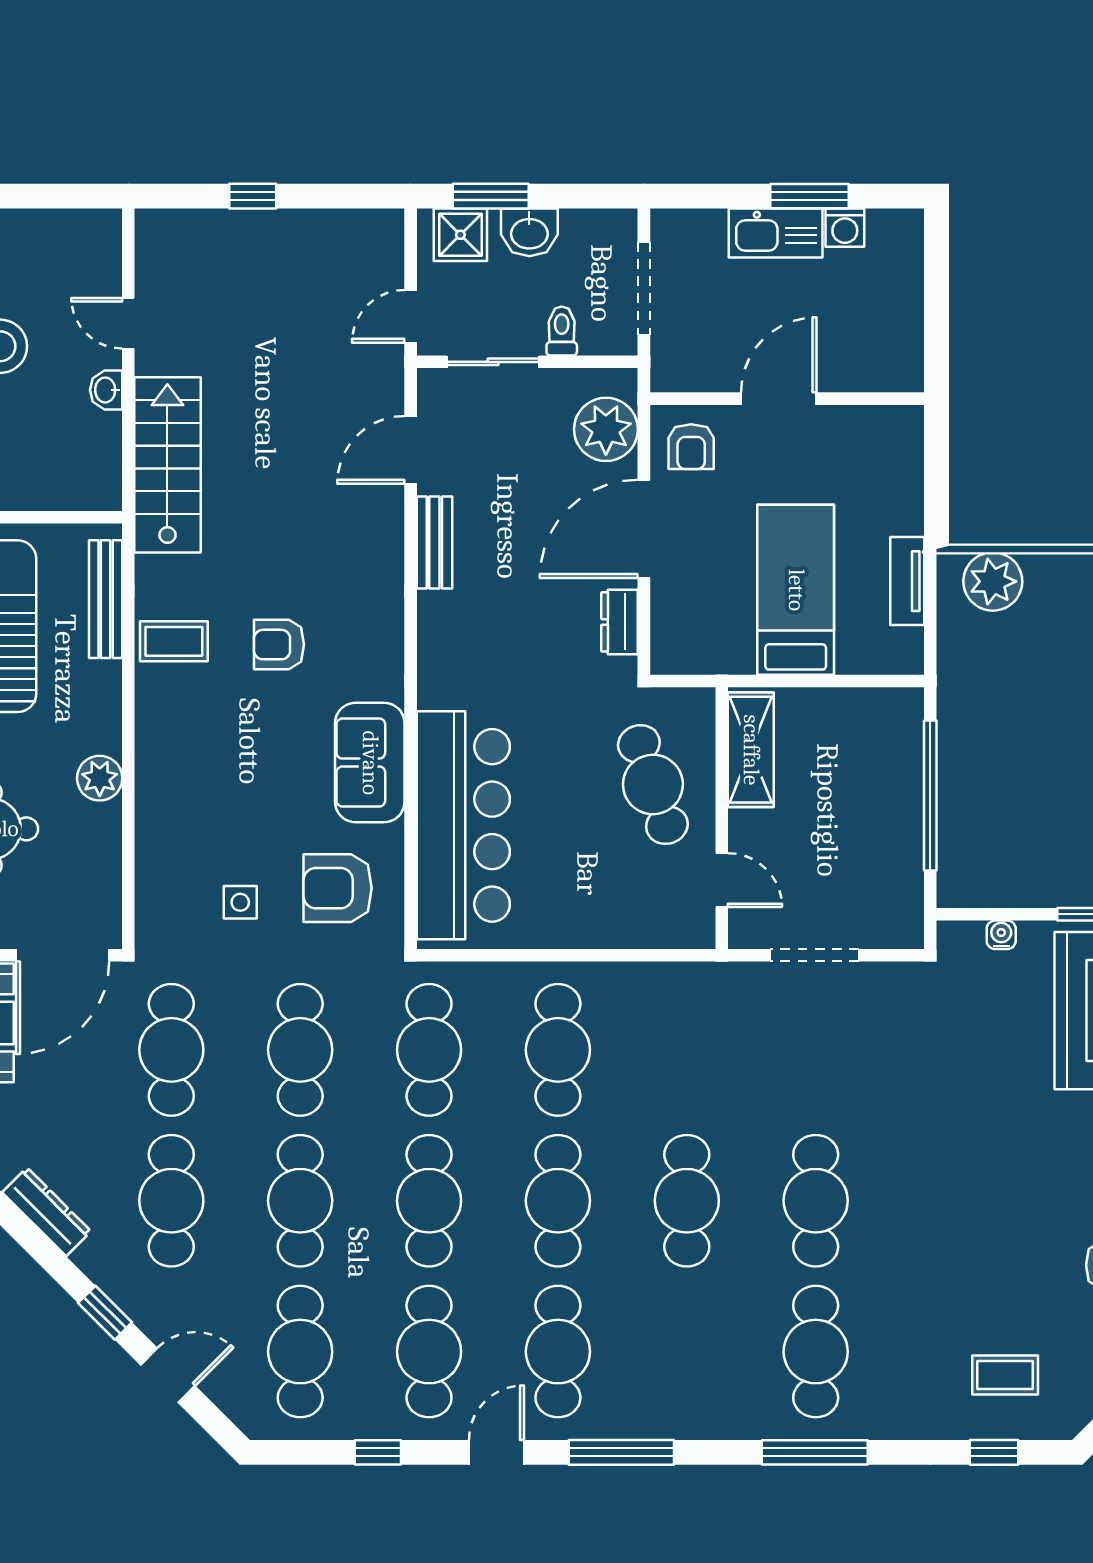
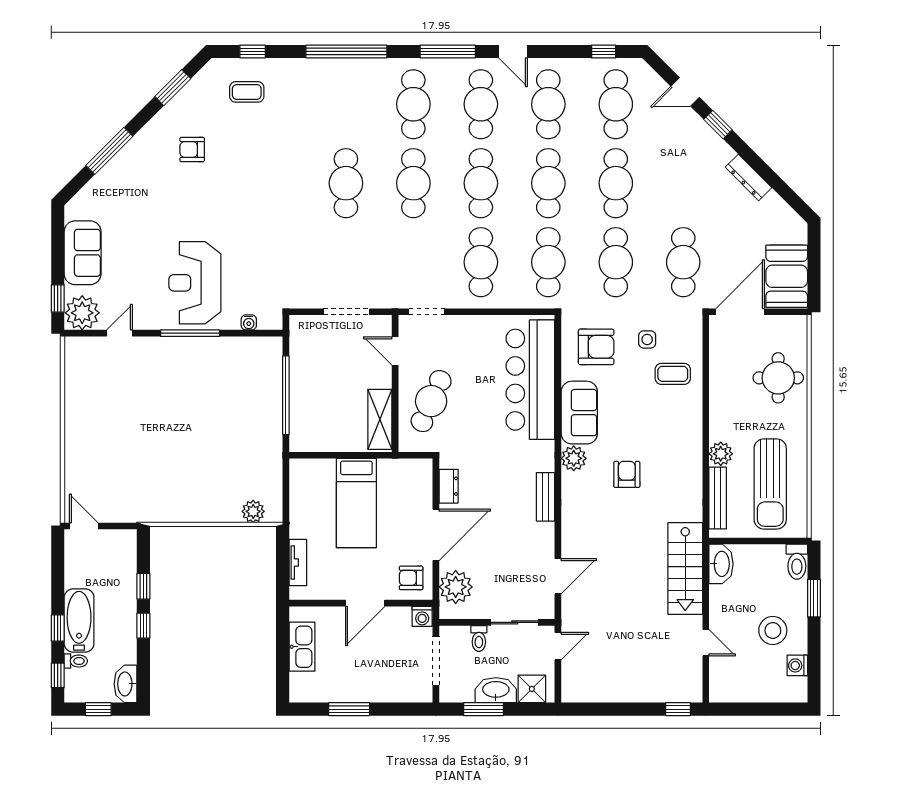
window: (253, 196) -> (678, 709), moved
window: (491, 196) -> (483, 709), moved
washing machine: (845, 228) -> (422, 616), moved, turned 180
washbasin: (529, 232) -> (496, 690), width x1.38
kitchen sink: (776, 233) -> (302, 647), moved, turned 90
washbasin: (106, 390) -> (721, 564), moved, width x1.91, depth x1.45
armchair: (691, 447) -> (411, 578), turned -90
bench: (434, 542) -> (545, 497), moved
tv unit: (907, 581) -> (298, 563), moved
plant: (993, 581) -> (253, 511), width x0.73, depth x0.73
coffee table: (174, 641) -> (673, 374), moved
armchair: (279, 645) -> (627, 474), turned -90
plant: (380, 675) -> (574, 458), added
plant: (100, 778) -> (721, 454), moved
cafe table: (653, 785) -> (431, 401), turned 43
doorway: (661, 955) -> (427, 312), added
cafe table: (171, 1201) -> (683, 183), removed
cafe table: (816, 1352) -> (413, 104), moved
window: (378, 1452) -> (604, 51), moved
door: (496, 1452) -> (513, 51), hinge flipped
window: (815, 1452) -> (346, 51), width x1.46

